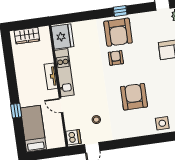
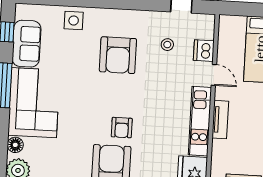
armchair: (134, 97) -> (118, 55), moved
dishwasher: (73, 137) -> (204, 51), moved

